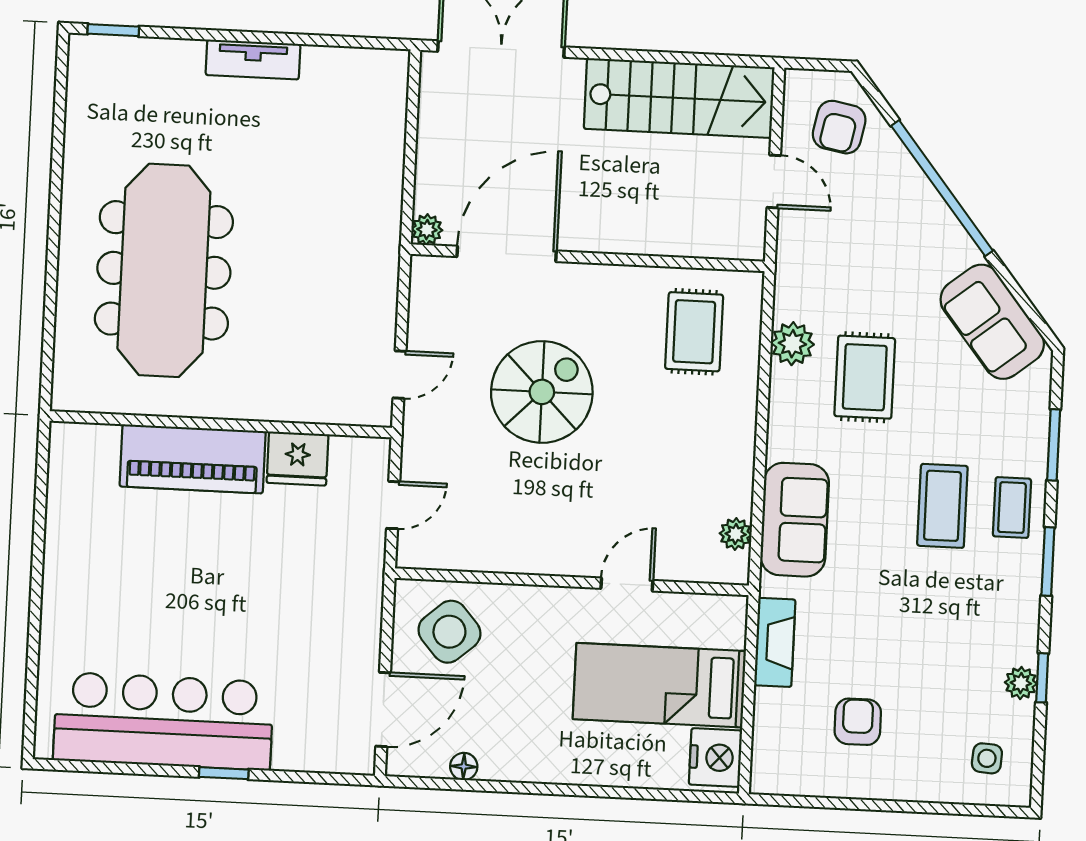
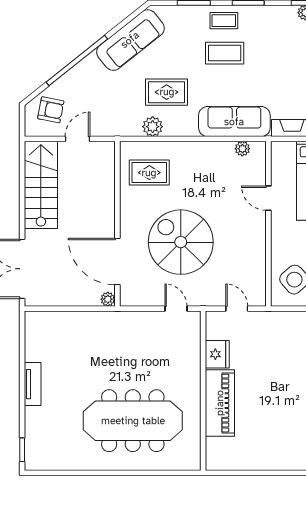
sofa: (992, 322) -> (130, 40), width x1.36
spiral stairs: (542, 392) -> (181, 242), width x1.37, depth x1.37
sofa: (795, 520) -> (234, 122), width x1.36

